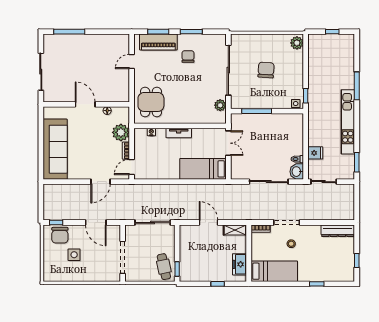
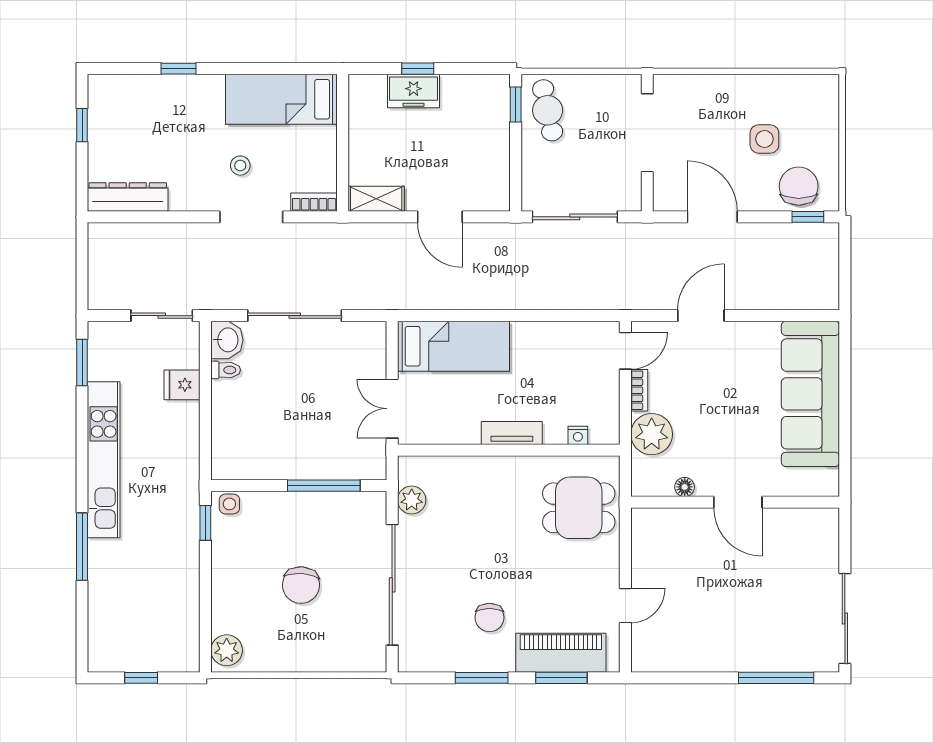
sliding door: (41, 72) -> (845, 619), moved
dining table: (151, 102) -> (579, 508), turned 90
freezer: (240, 264) -> (414, 91), moved, turned 90

